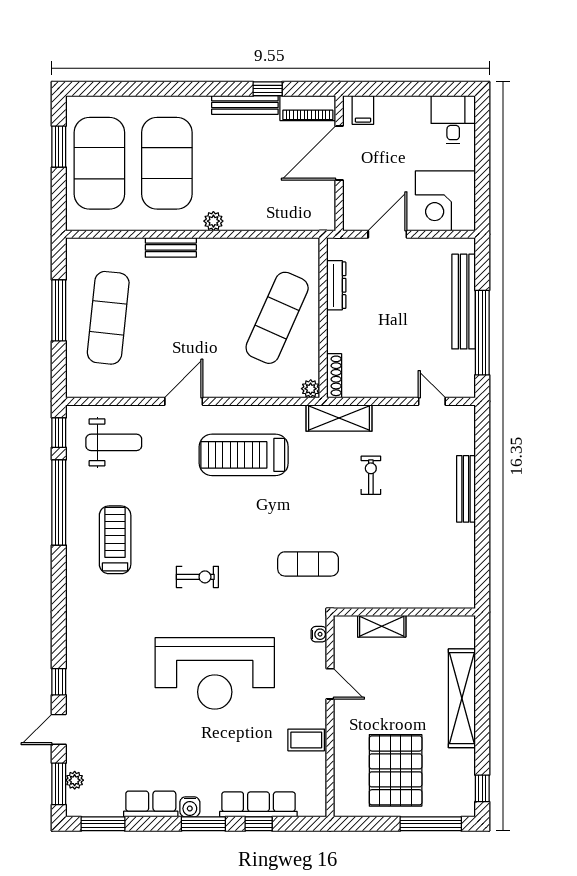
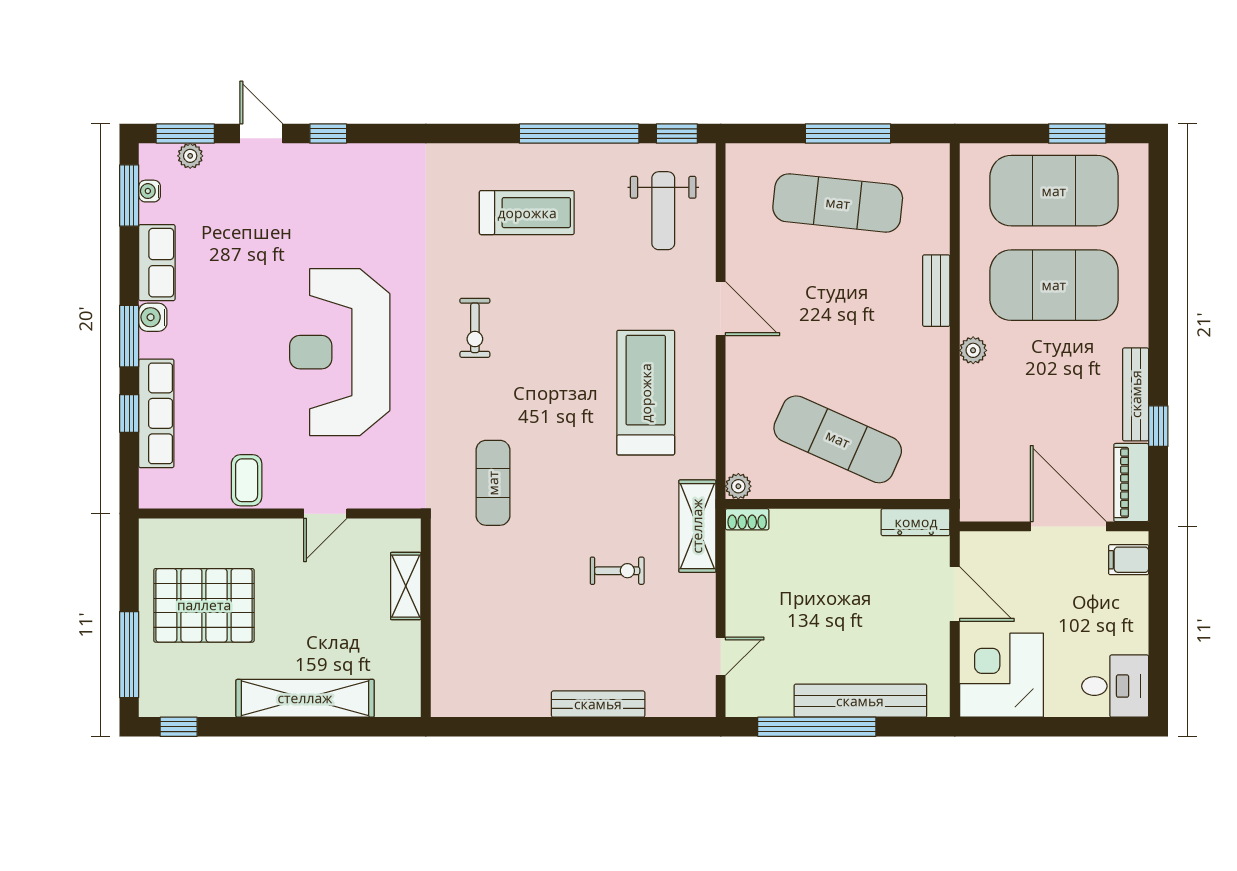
dresser: (336, 285) -> (916, 522), moved
shoe rack: (334, 376) -> (747, 519), width x0.70
water cooler: (319, 634) -> (150, 191), moved, turned 90

